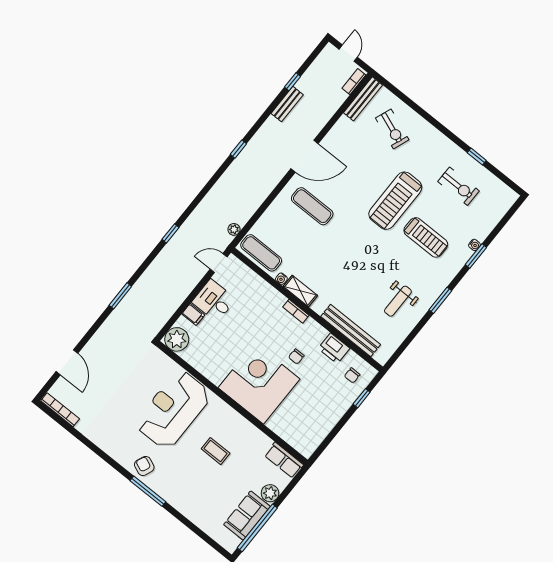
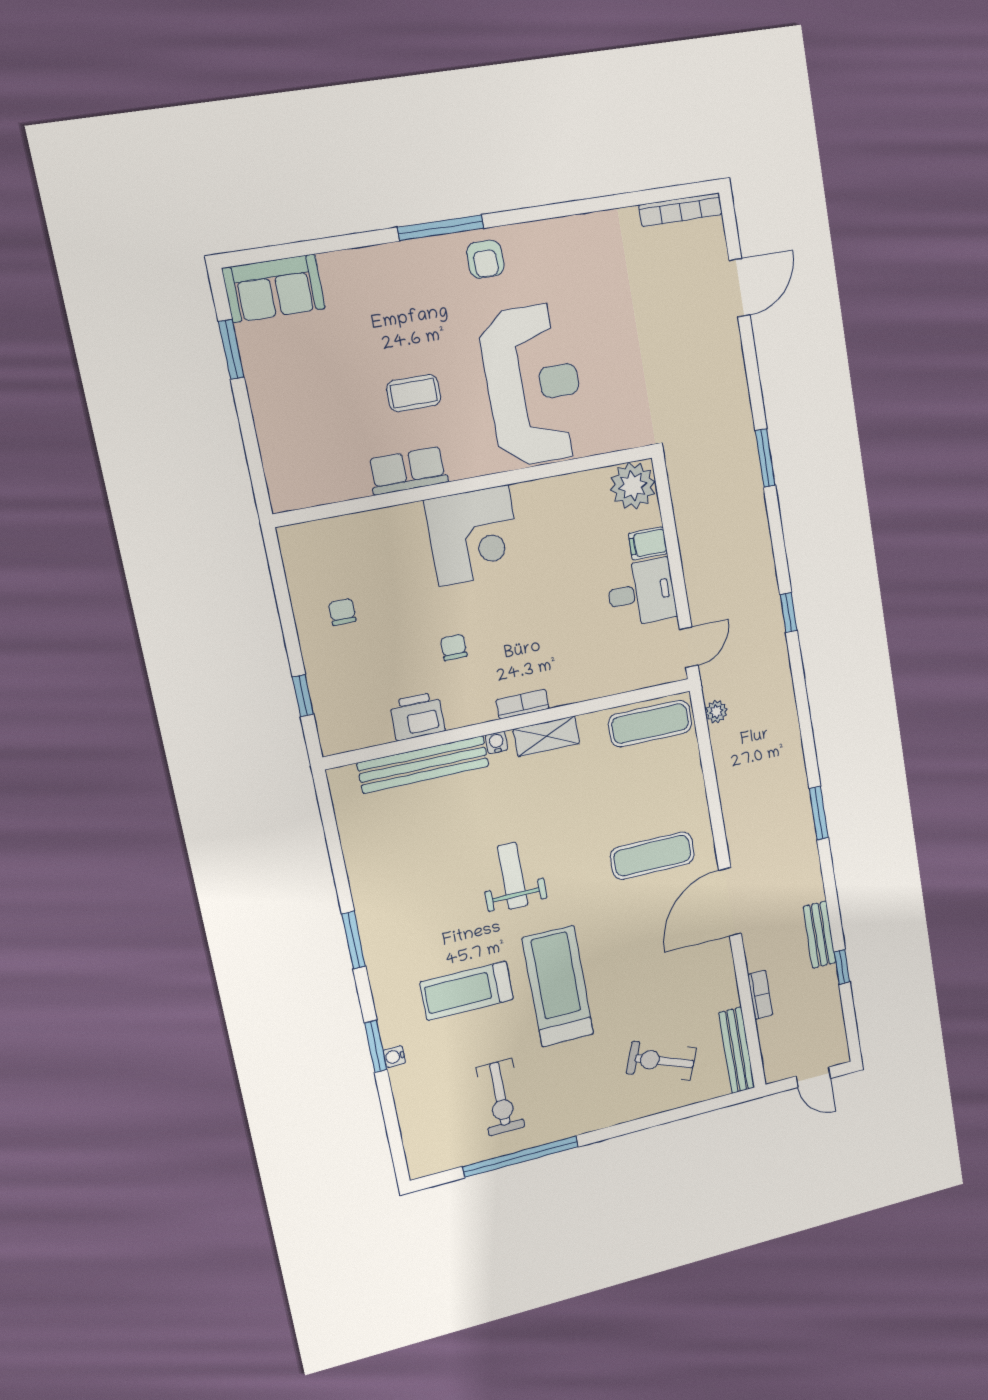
bookcase: (354, 82) -> (760, 995), moved
window: (238, 149) -> (819, 813), width x1.50
window: (477, 156) -> (521, 1157), width x3.17
exercise bike: (459, 186) -> (500, 1097), turned -90
water cooler: (281, 279) -> (497, 742), moved
weight bench: (398, 301) -> (512, 876), moved
door: (67, 362) -> (740, 288), swing flipped
chair: (352, 375) -> (342, 612), moved
corner desk: (259, 383) -> (474, 536), width x0.74, depth x0.74
row of seats: (284, 460) -> (408, 471), moved
armchair: (144, 466) -> (485, 259), turned 67
plant: (270, 493) -> (272, 420), removed
sofa: (247, 516) -> (274, 288), moved, turned 90
window: (257, 528) -> (231, 349), width x0.47

